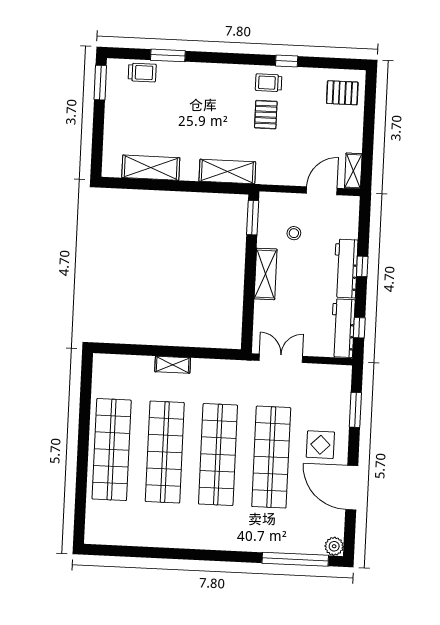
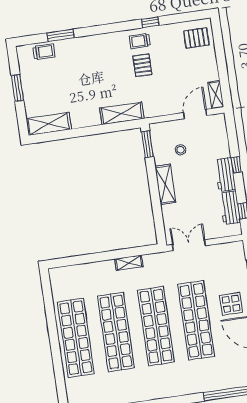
window: (100, 83) -> (17, 88), moved
shelving: (151, 168) -> (49, 124), moved
workbench: (346, 268) -> (225, 175), width x0.73
workbench: (343, 328) -> (230, 208), width x0.73
shelving: (173, 365) -> (129, 263), moved

